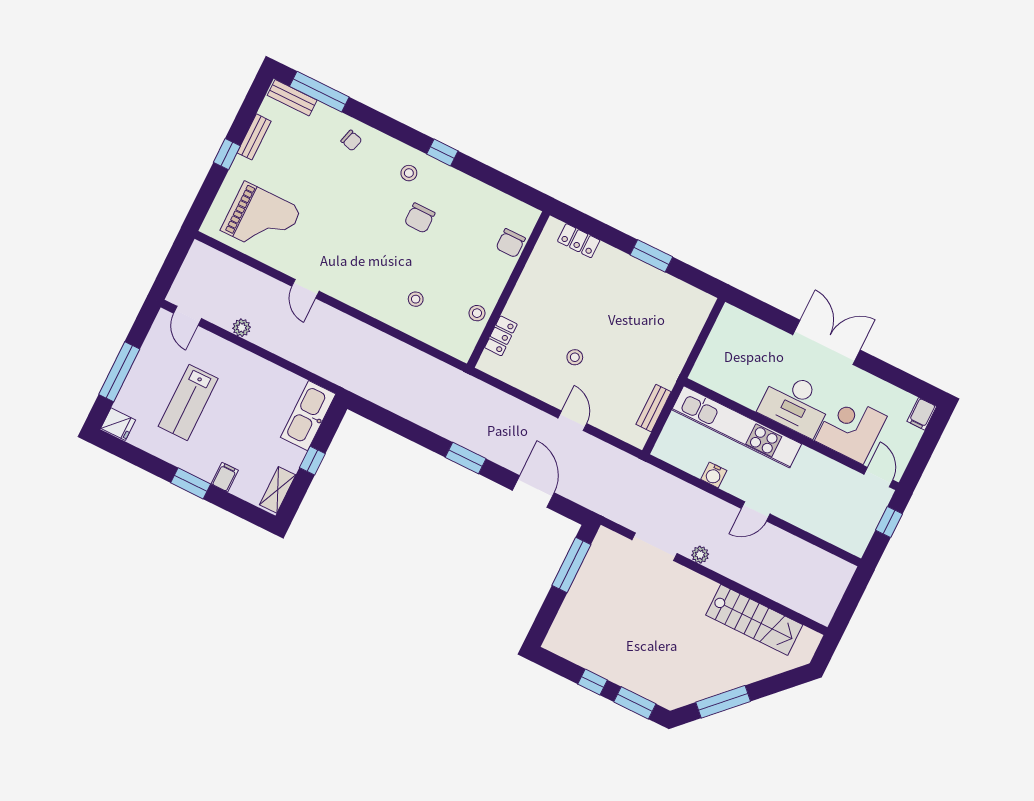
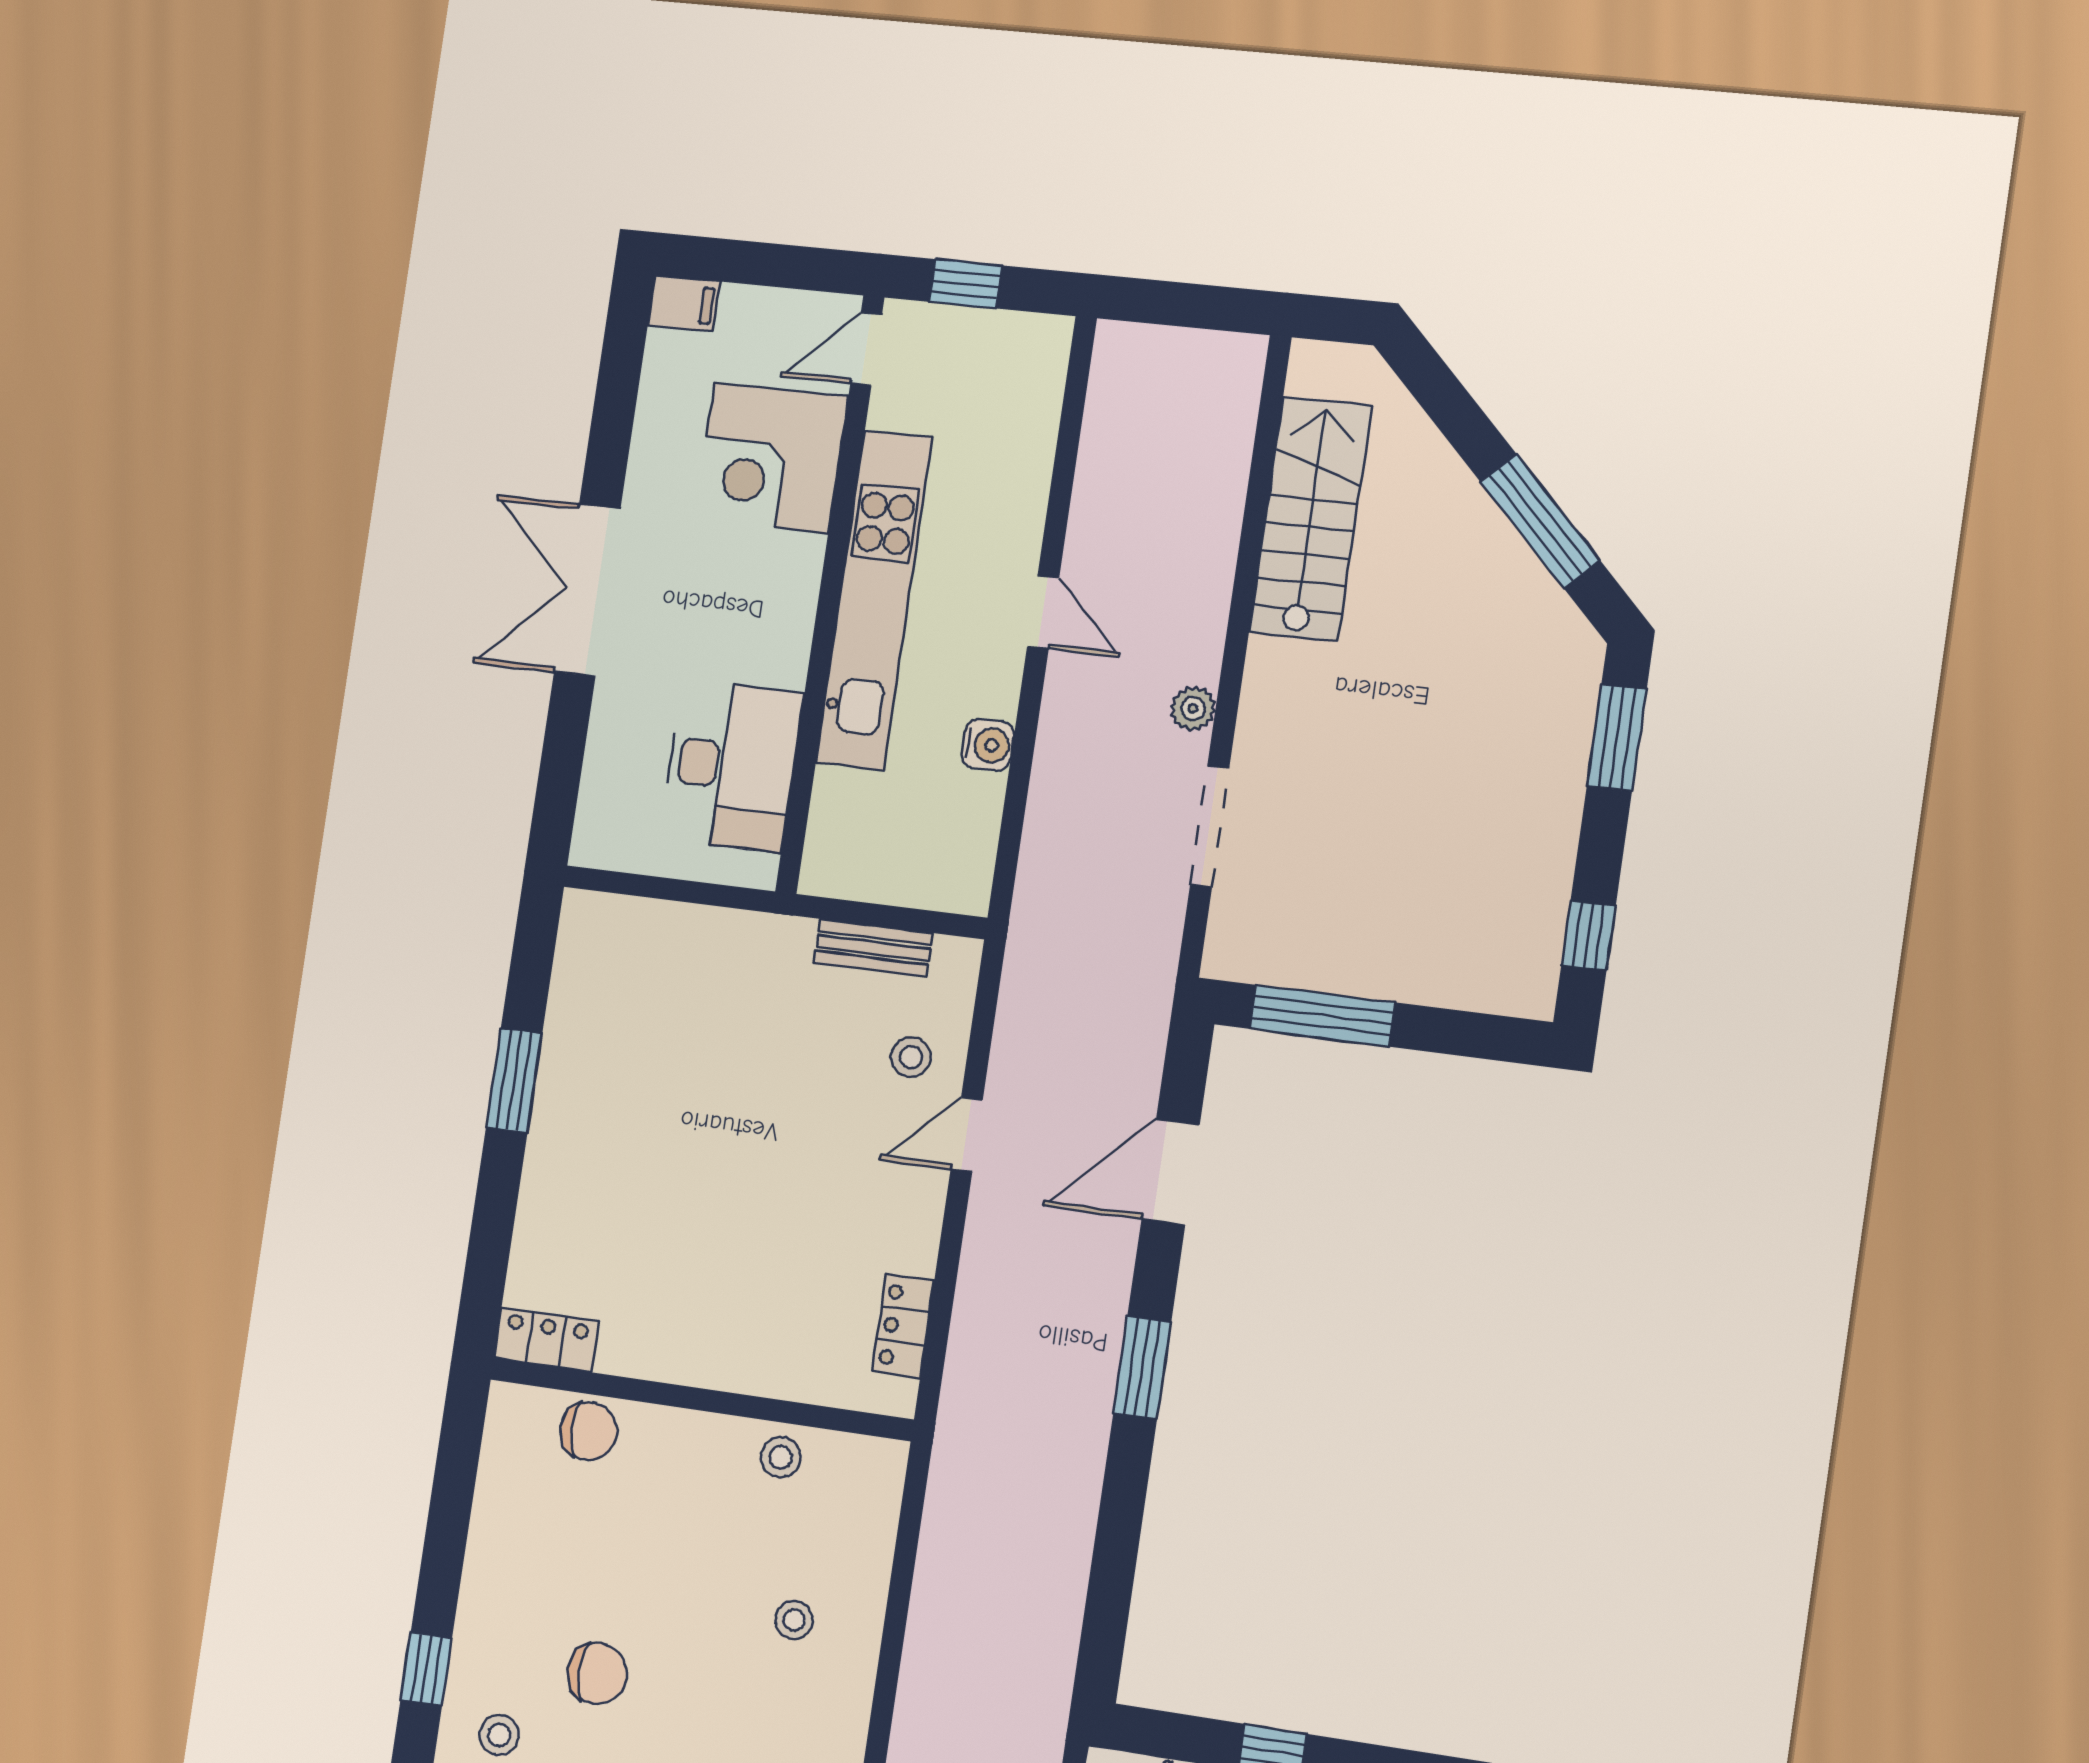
locker: (579, 241) -> (546, 1339), moved, turned -90
locker: (501, 336) -> (903, 1326), moved, turned -90
stool: (575, 357) -> (911, 1057), moved
desk: (796, 404) -> (732, 766), moved
kitchen unit: (737, 427) -> (874, 600), moved
window: (593, 682) -> (1588, 936), moved

